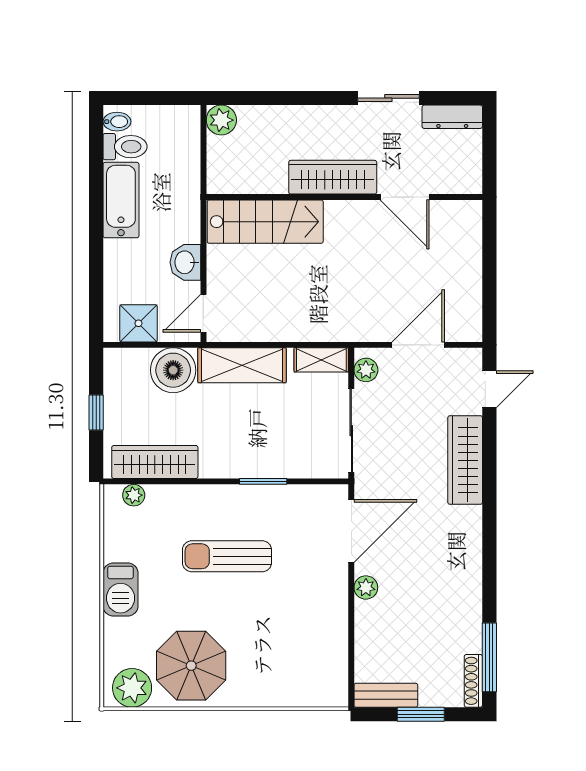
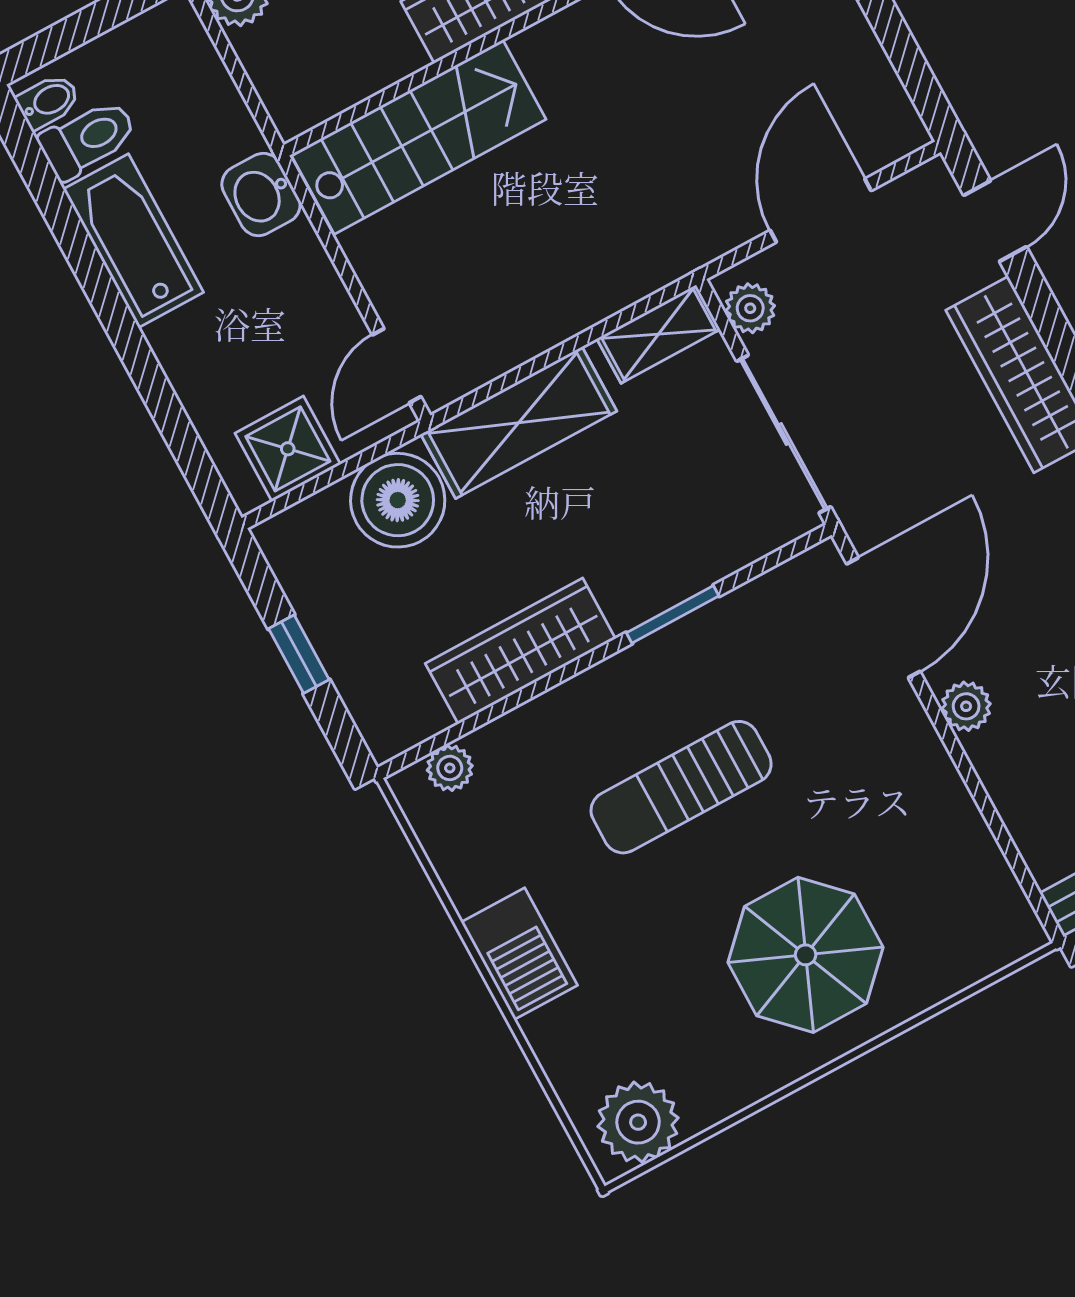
washbasin: (185, 262) -> (261, 195), moved
wardrobe: (155, 462) -> (520, 651), moved
parasol: (191, 666) -> (806, 955), moved

